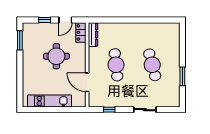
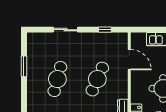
cafe table: (116, 65) -> (97, 79), turned 30
cafe table: (152, 65) -> (57, 79), turned 30

